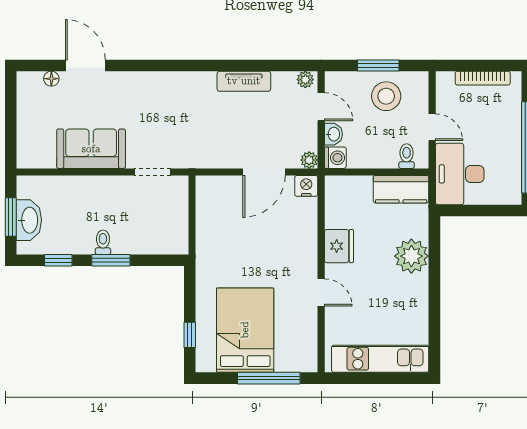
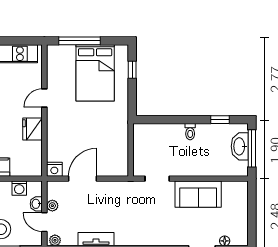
washing machine: (335, 158) -> (19, 188), moved, turned -90
plant: (309, 160) -> (52, 206), moved
window: (11, 217) -> (252, 148), width x1.44
window: (111, 260) -> (185, 120), removed
door: (321, 292) -> (44, 98), hinge flipped

